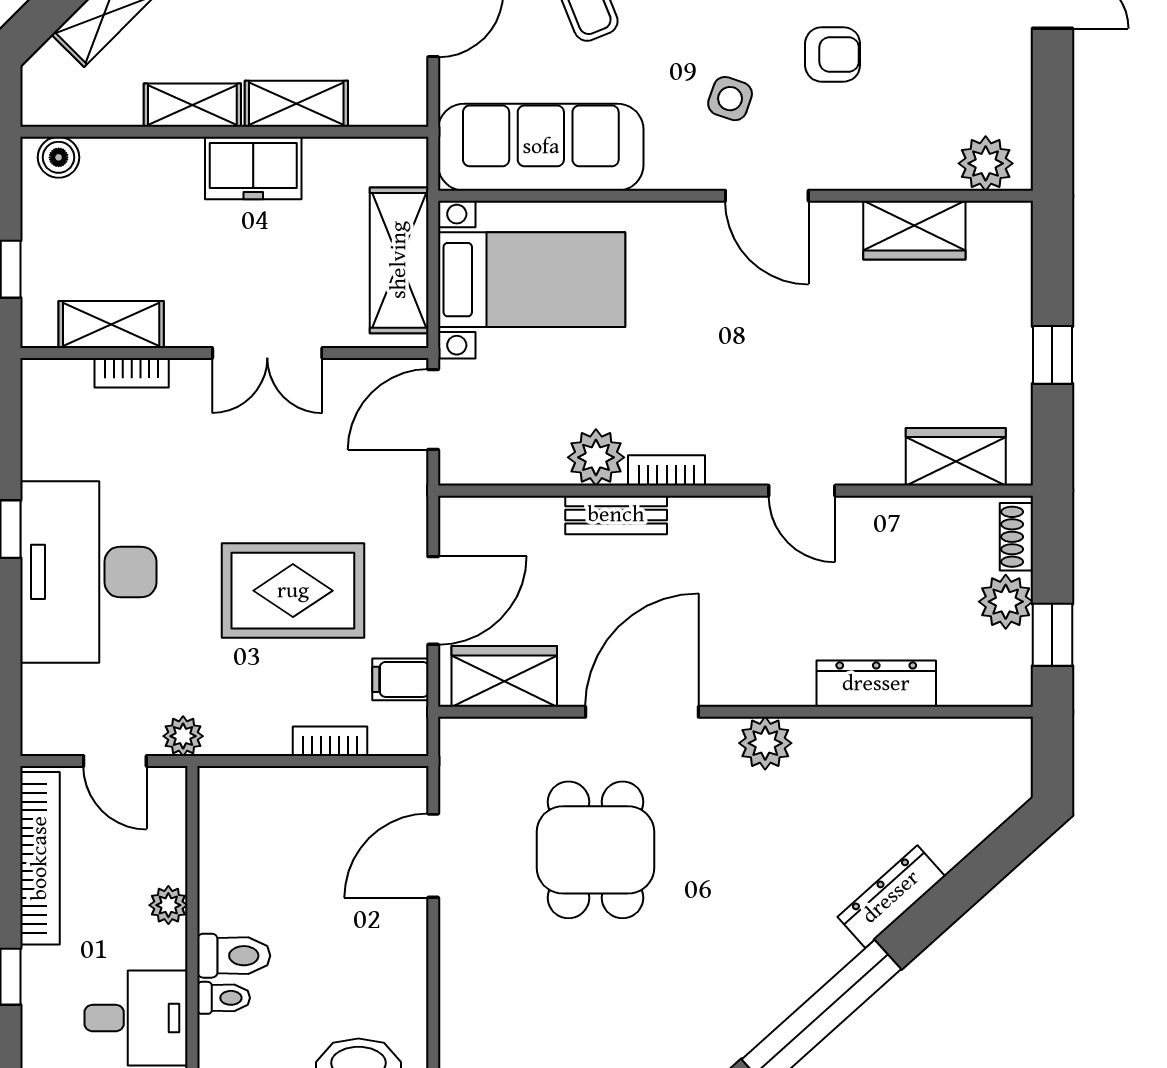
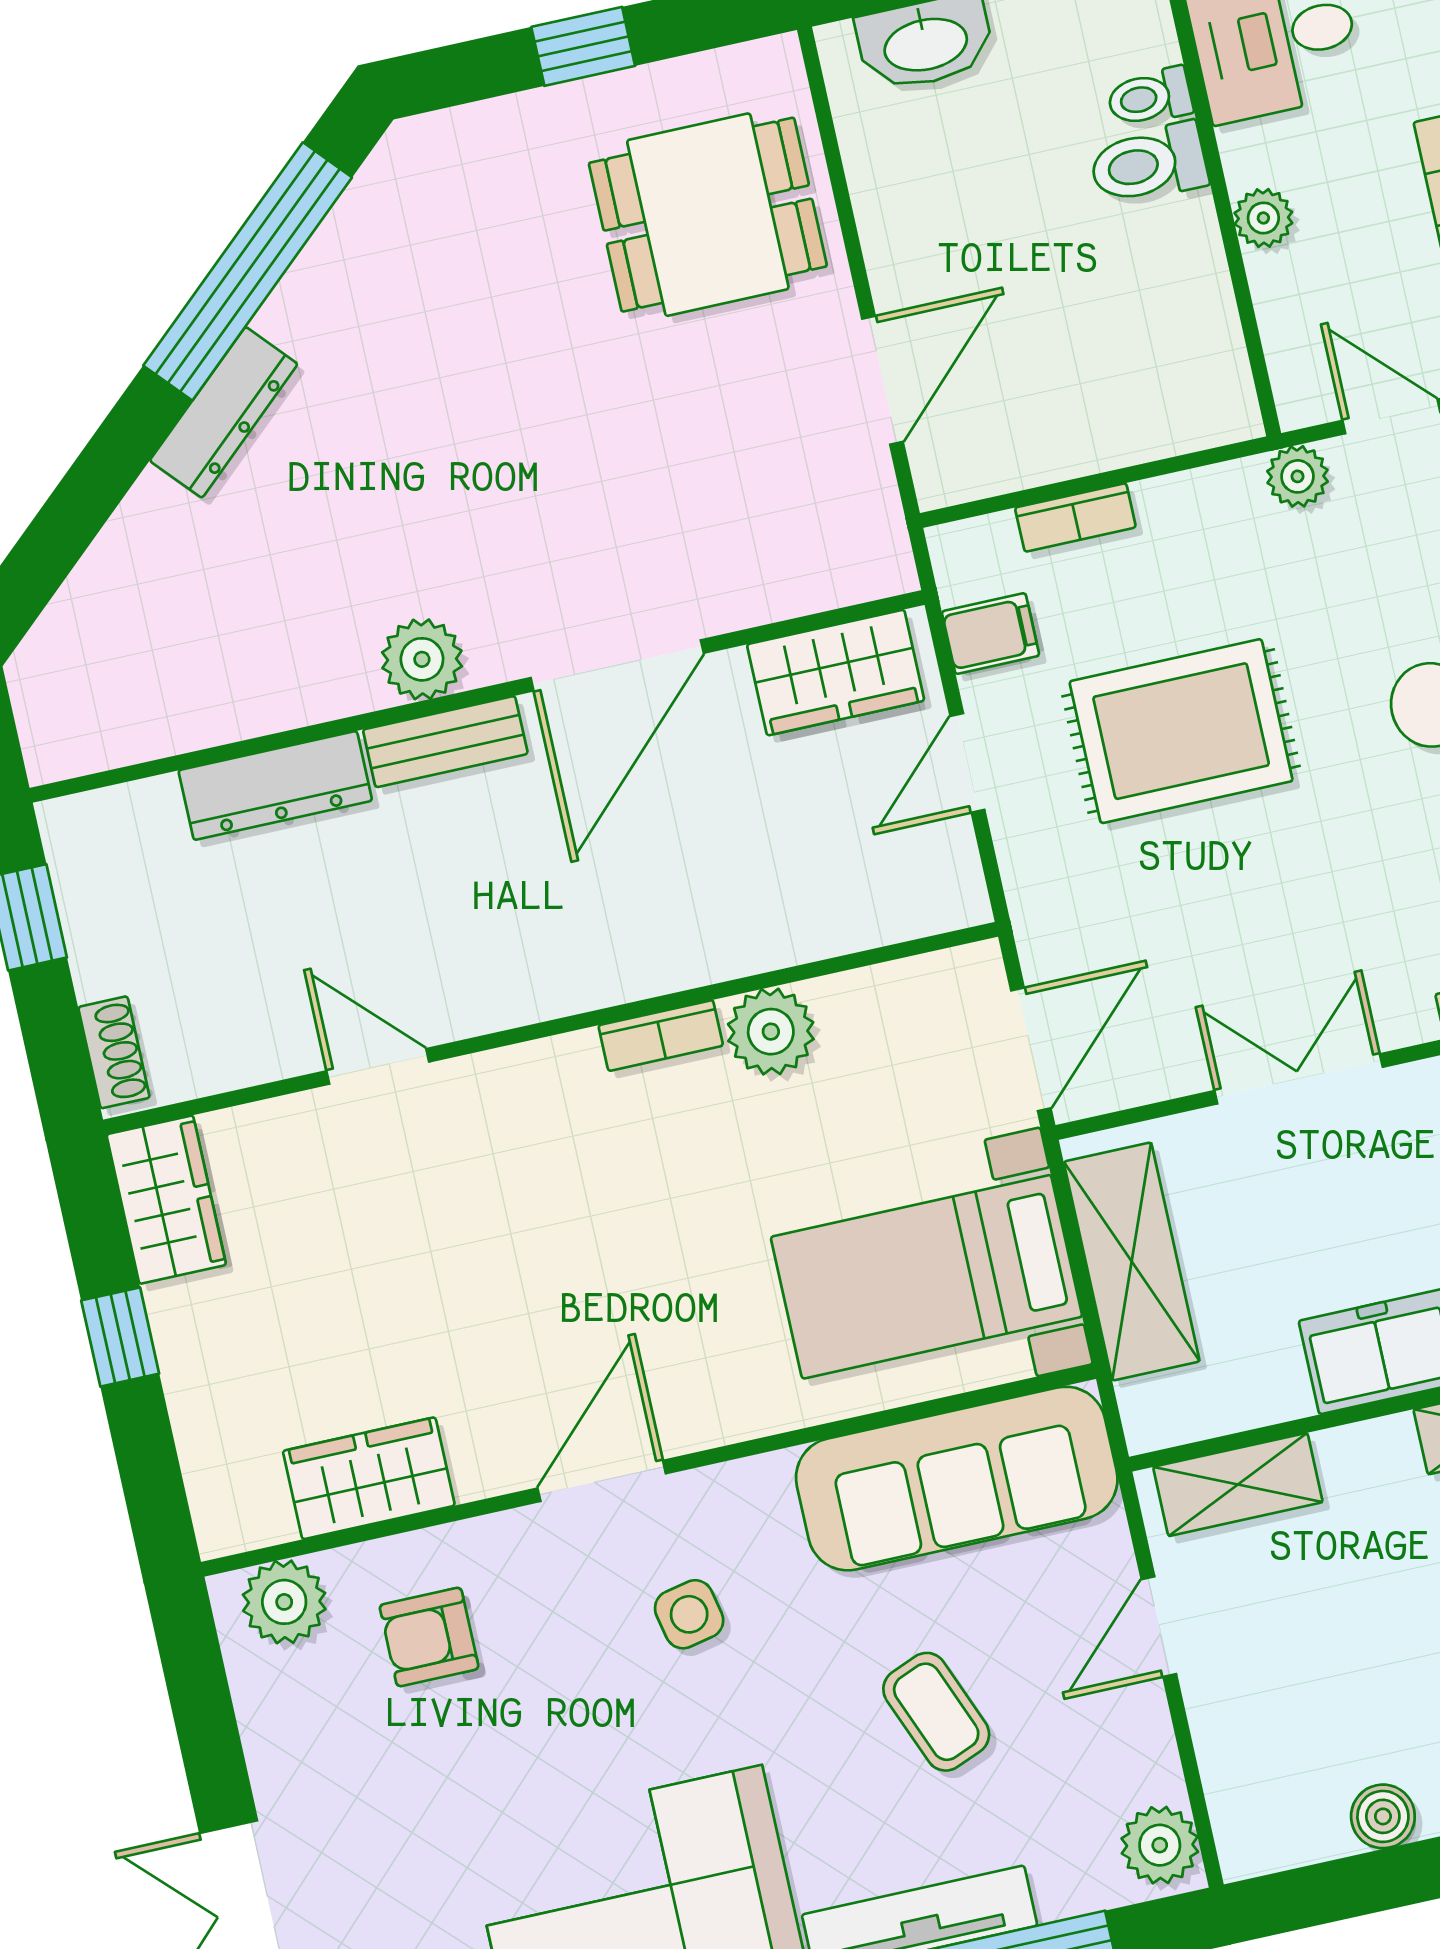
armchair: (833, 54) -> (429, 1637), moved
side table: (730, 99) -> (689, 1614), turned -31
shelving: (296, 104) -> (1238, 1485), moved
door: (767, 196) -> (602, 1481), hinge flipped
wardrobe: (956, 457) -> (166, 1200), moved, turned -90
door: (802, 491) -> (378, 1066), moved
bench: (616, 515) -> (445, 742), moved
door: (433, 600) -> (967, 763), width x0.73
plant: (1006, 602) -> (108, 951), removed
dining table: (595, 850) -> (708, 215), moved, turned 90
dresser: (891, 897) -> (224, 412), moved

